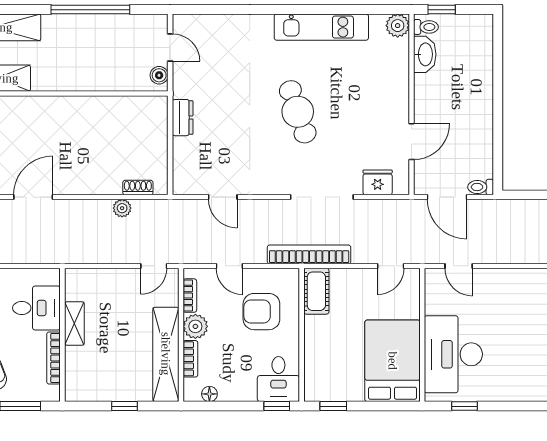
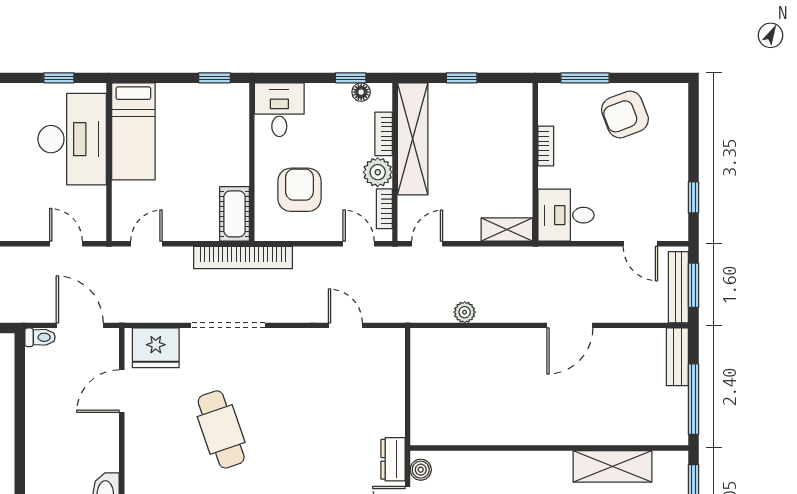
cafe table: (298, 112) -> (221, 429), moved
dresser: (183, 118) -> (393, 459), moved
fridge: (378, 182) -> (156, 348), width x1.36, depth x1.34
shoe rack: (138, 188) -> (446, 337), removed
door: (229, 266) -> (359, 244), moved
desk: (36, 308) -> (566, 215), moved
armchair: (261, 312) -> (299, 190), turned -90
shelving: (74, 324) -> (507, 230), moved, turned 90
bookcase: (54, 358) -> (546, 146), width x0.64
bed: (393, 361) -> (133, 131), width x0.67
window: (277, 406) -> (351, 78), moved

